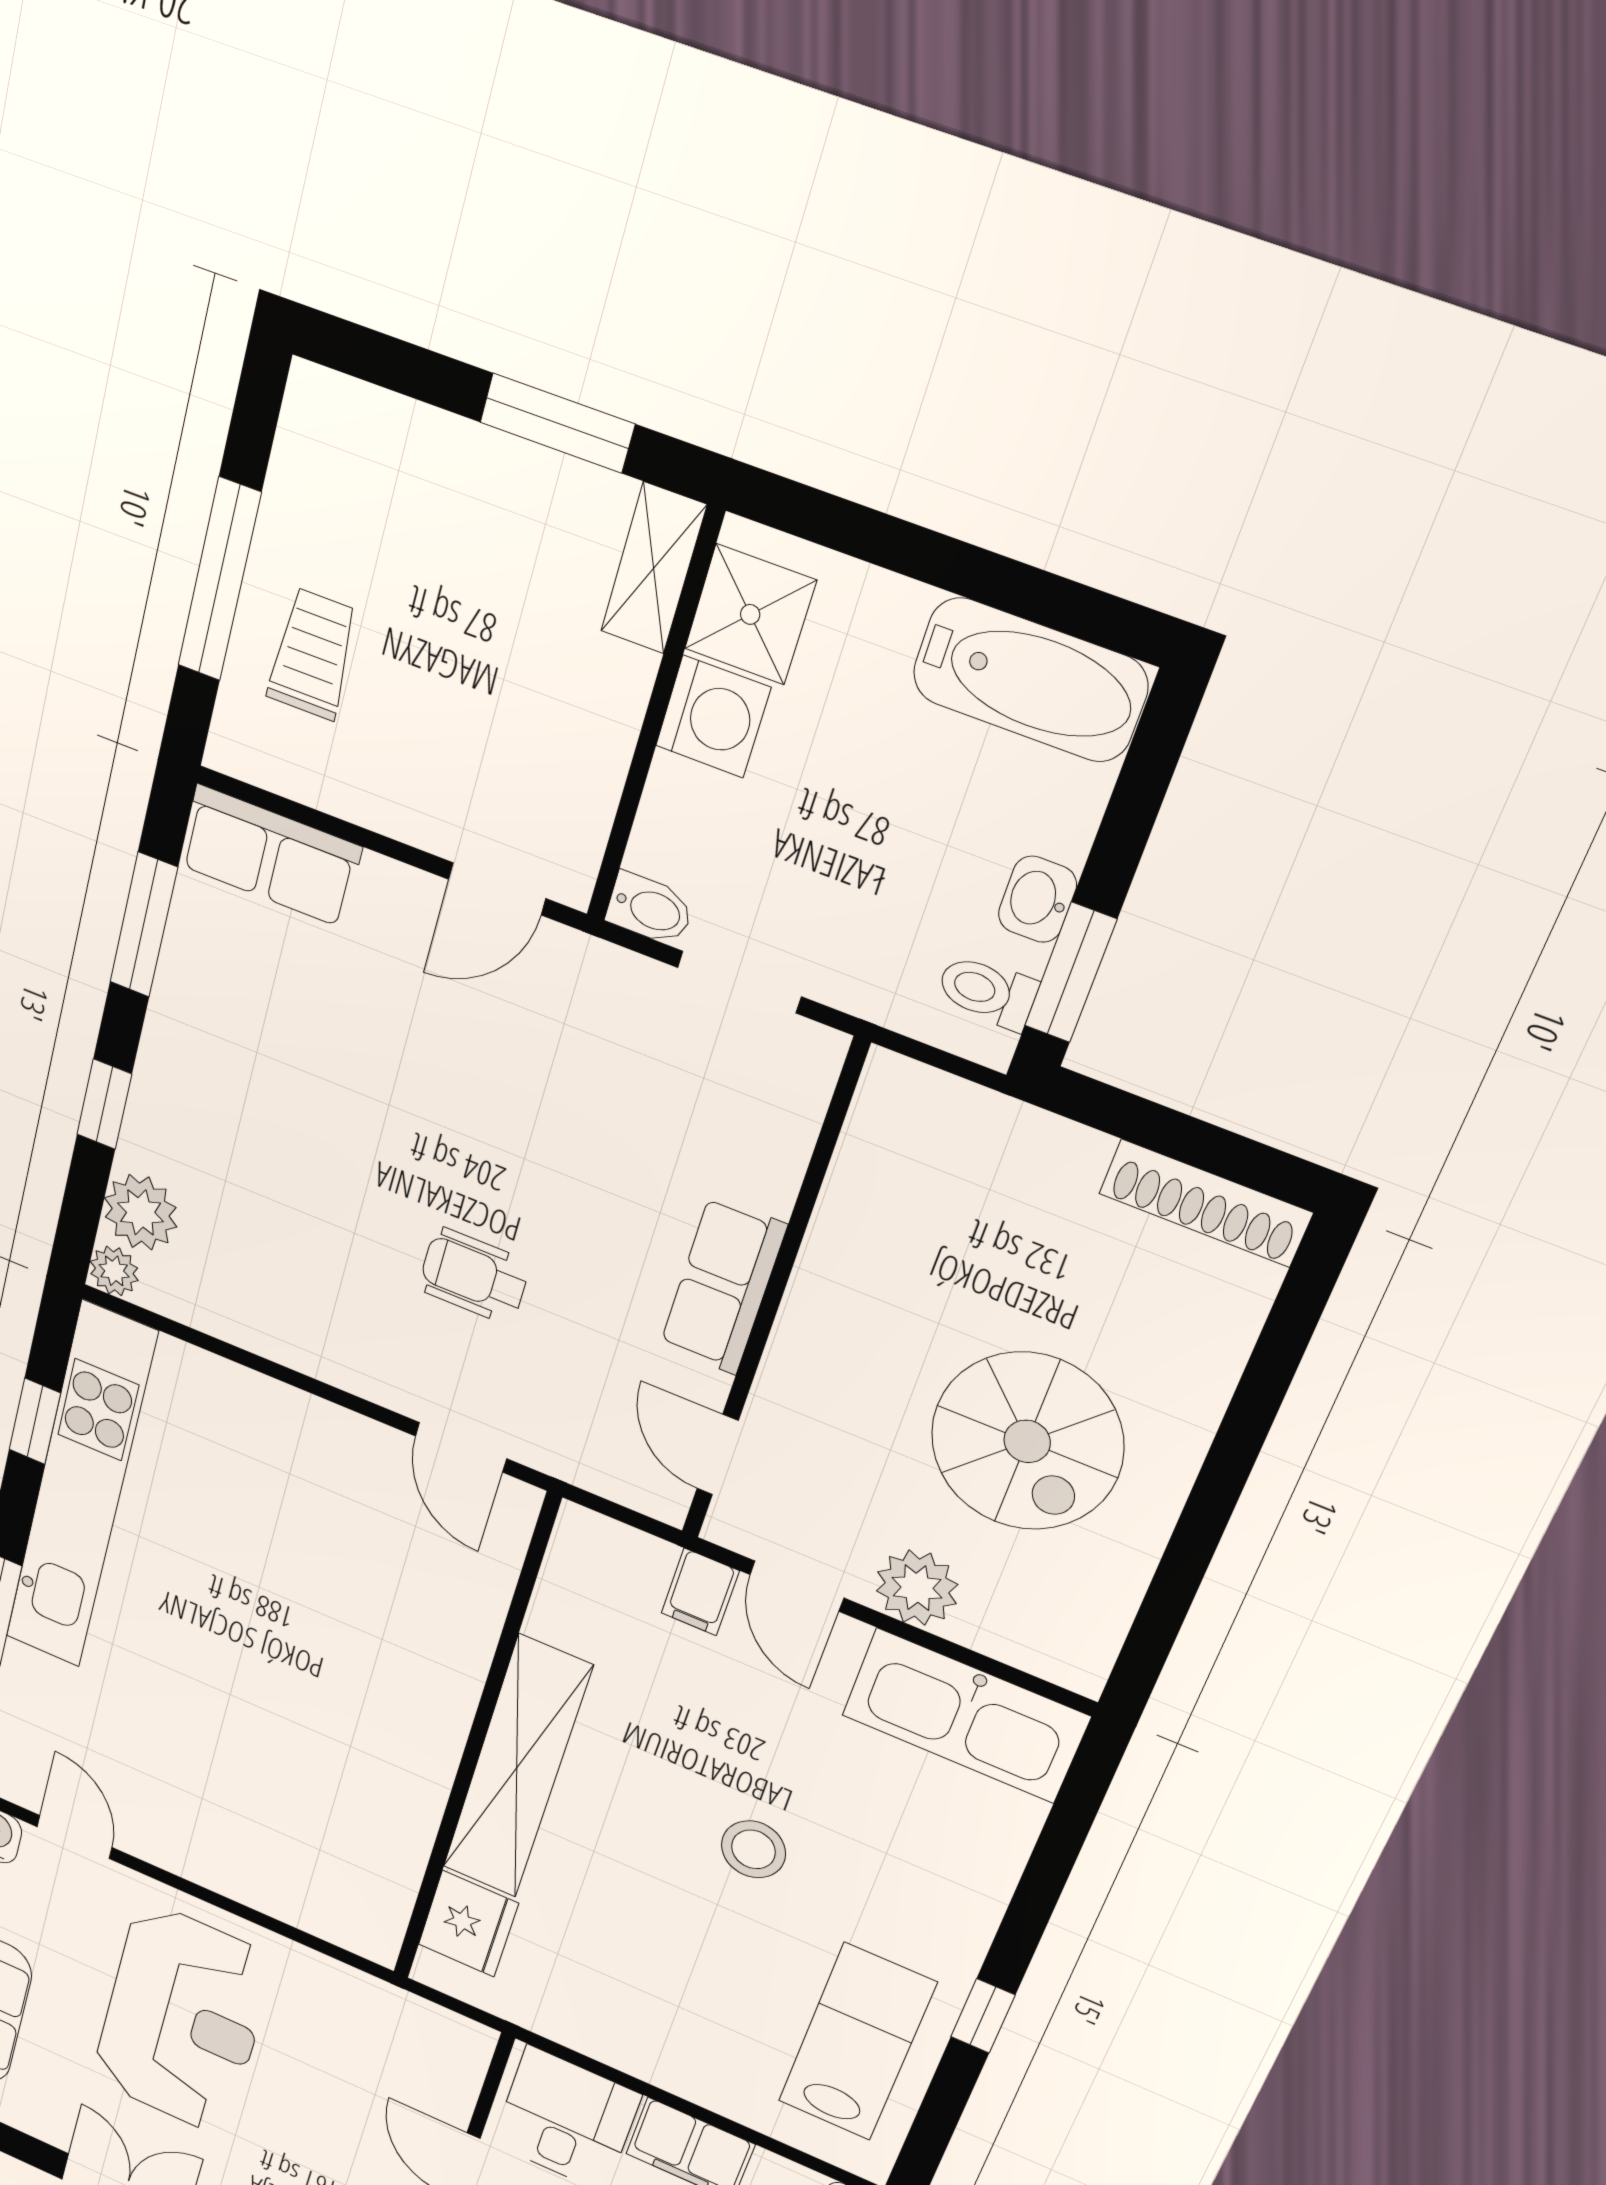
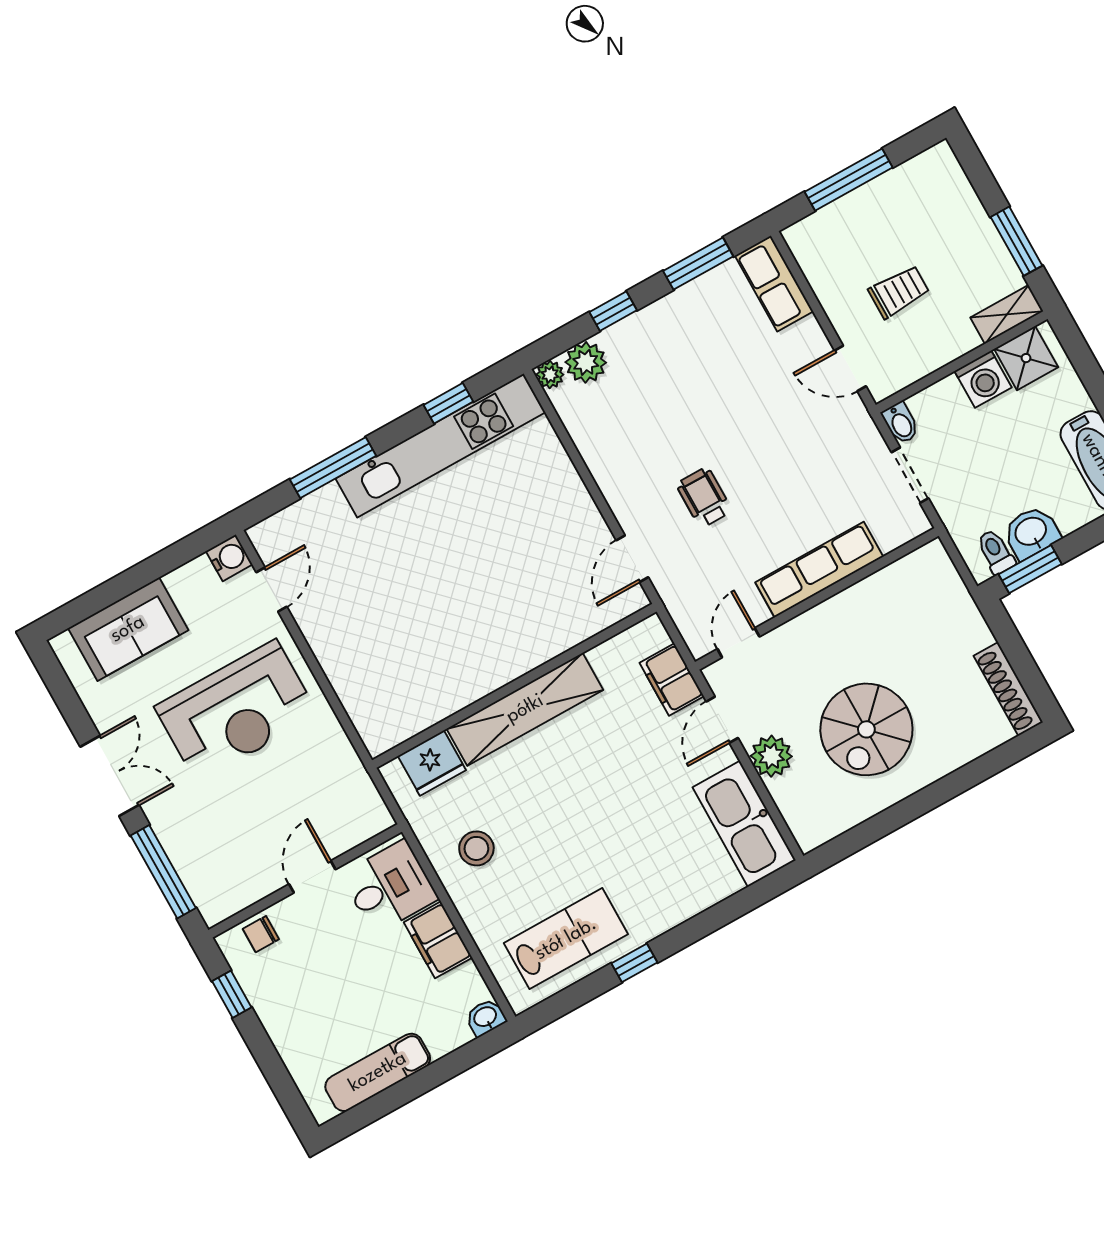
trolley: (313, 654) -> (899, 292), moved
washbasin: (1037, 899) -> (1031, 532), width x1.38, depth x1.45
row of seats: (723, 1285) -> (819, 570), width x1.48
filing cabinet: (700, 1592) -> (672, 680), width x2.00
stool: (753, 1849) -> (476, 848), moved

